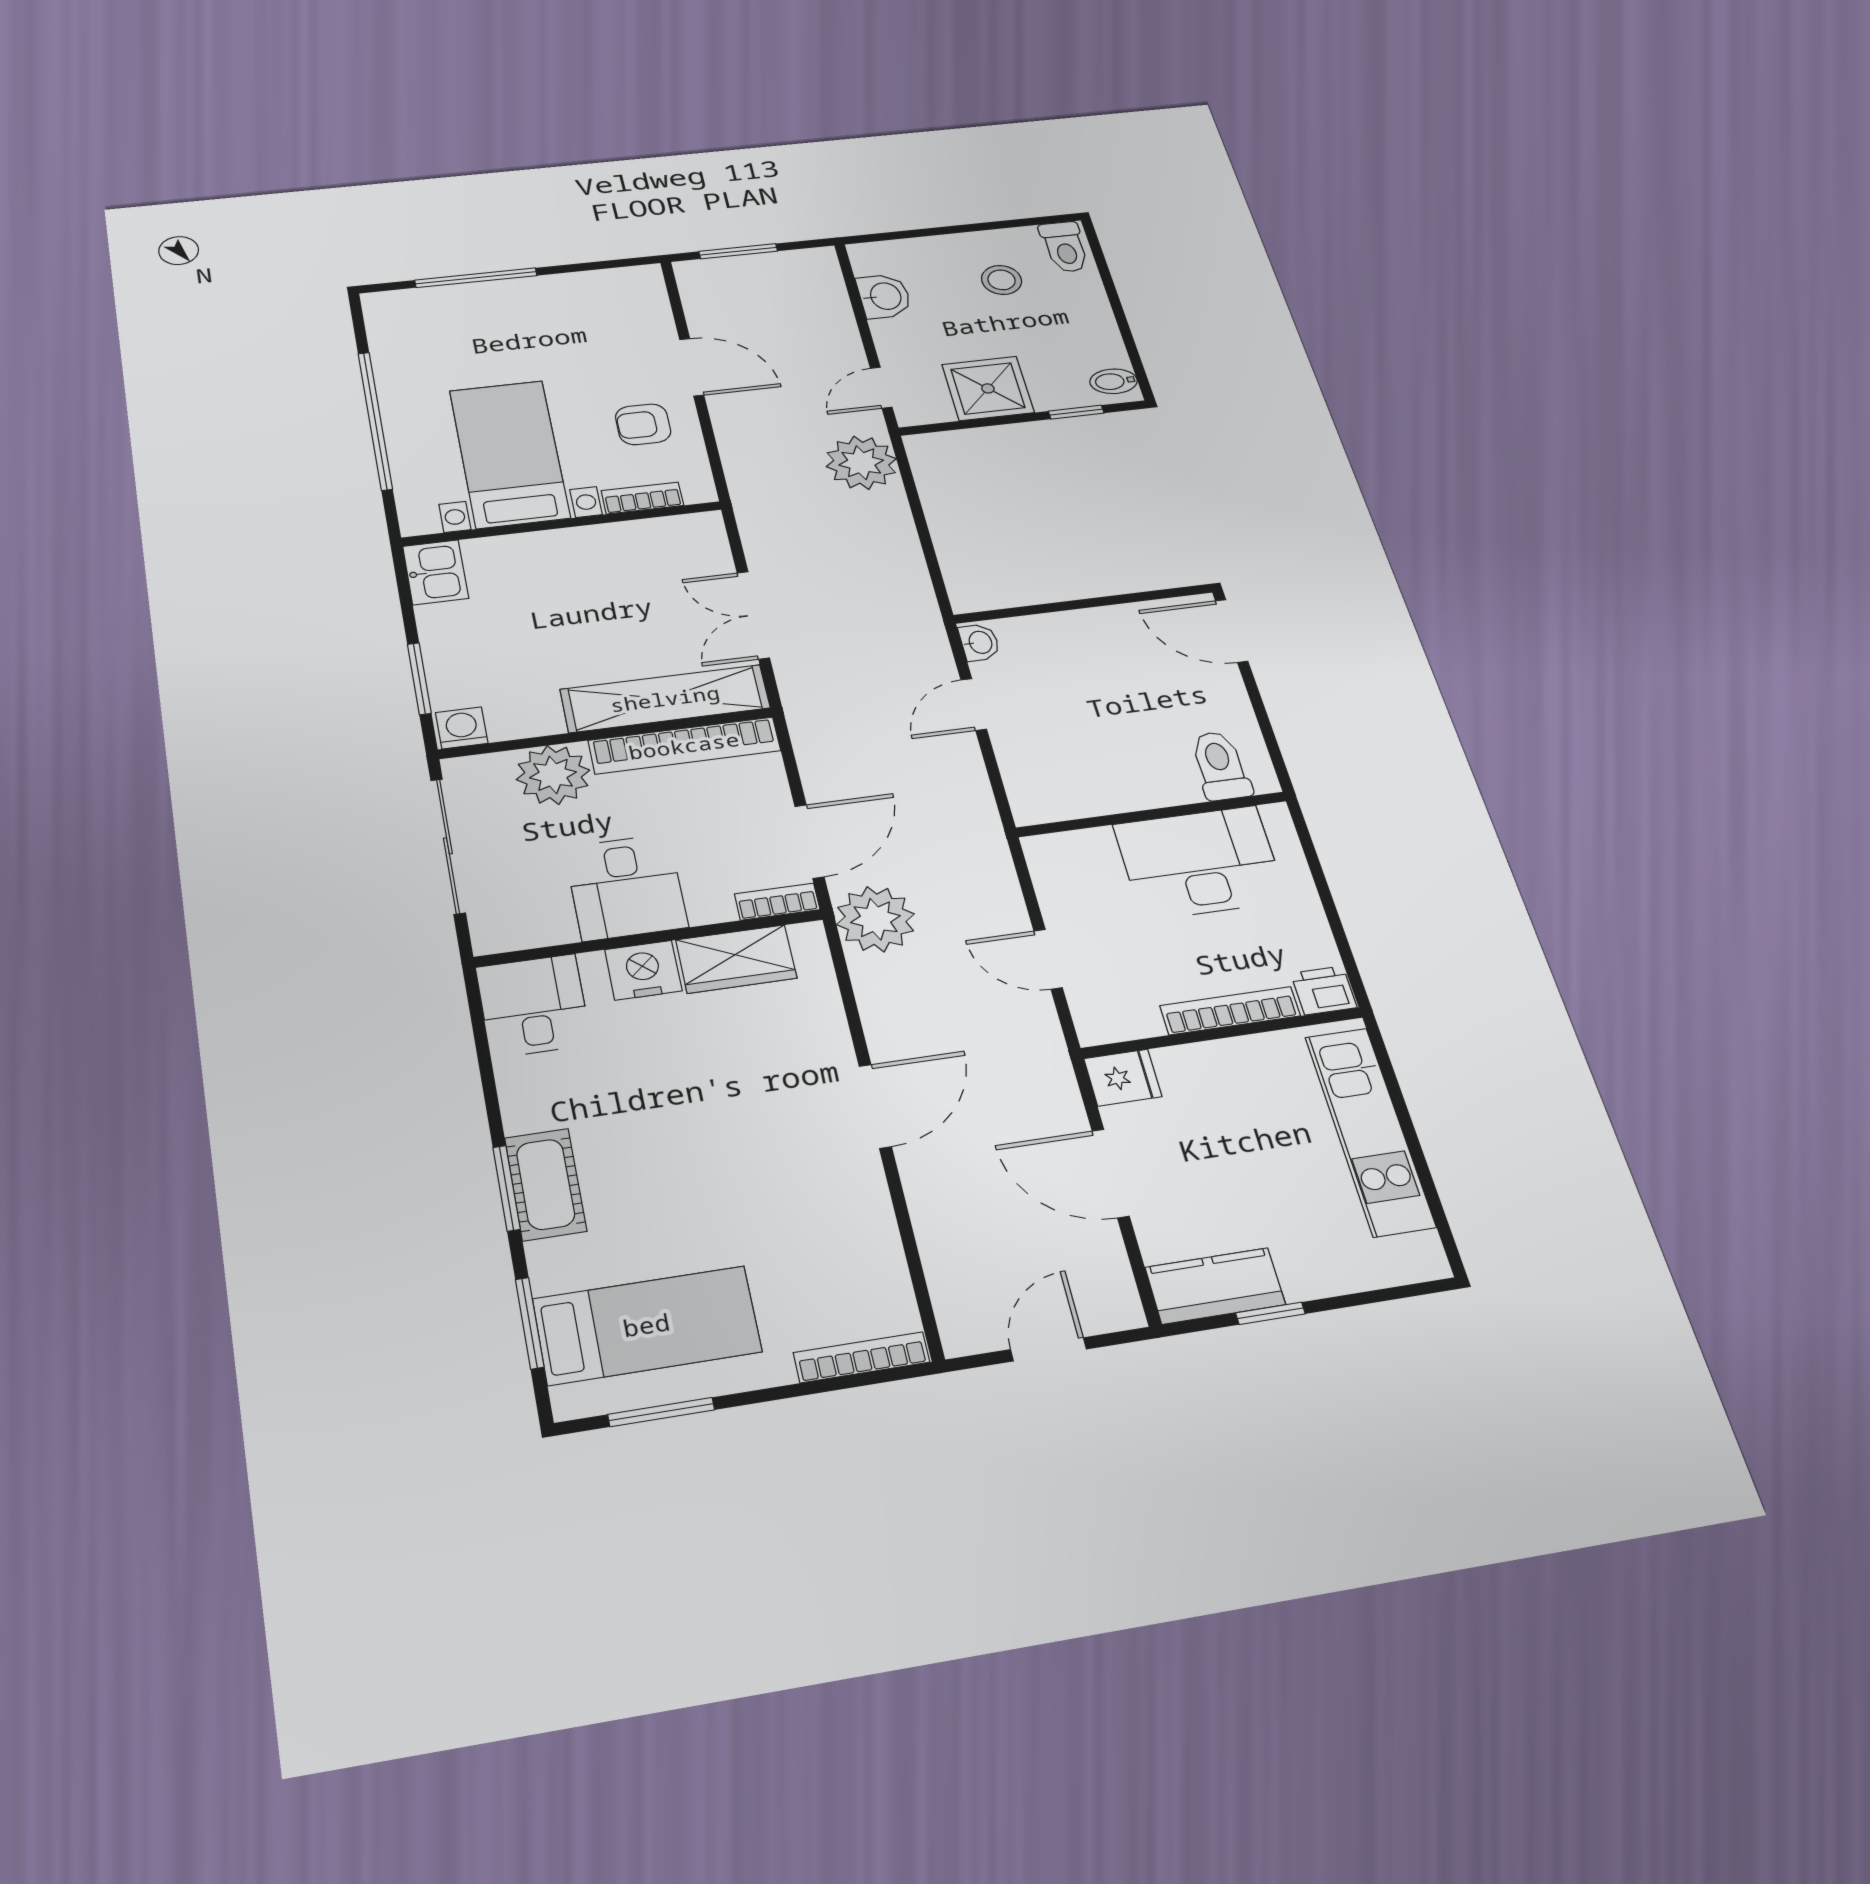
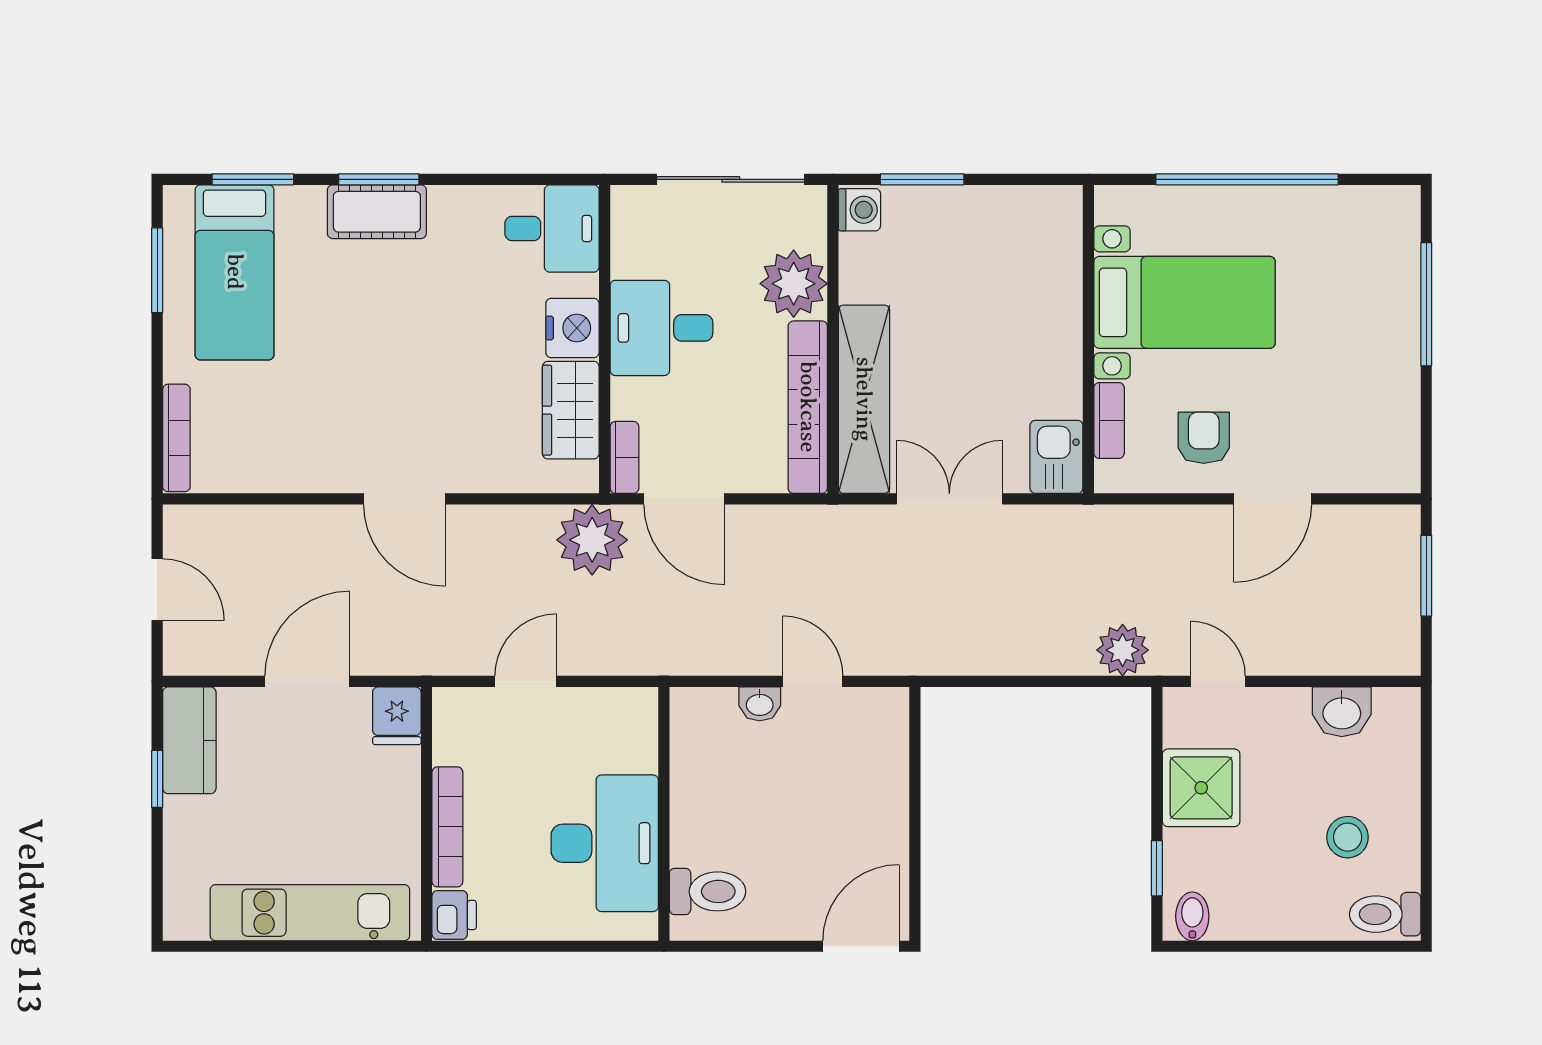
plant: (861, 463) -> (1123, 650), width x0.73, depth x0.73
kitchen sink: (436, 572) -> (1056, 457), moved, turned 90
washbasin: (979, 642) -> (760, 704), moved

